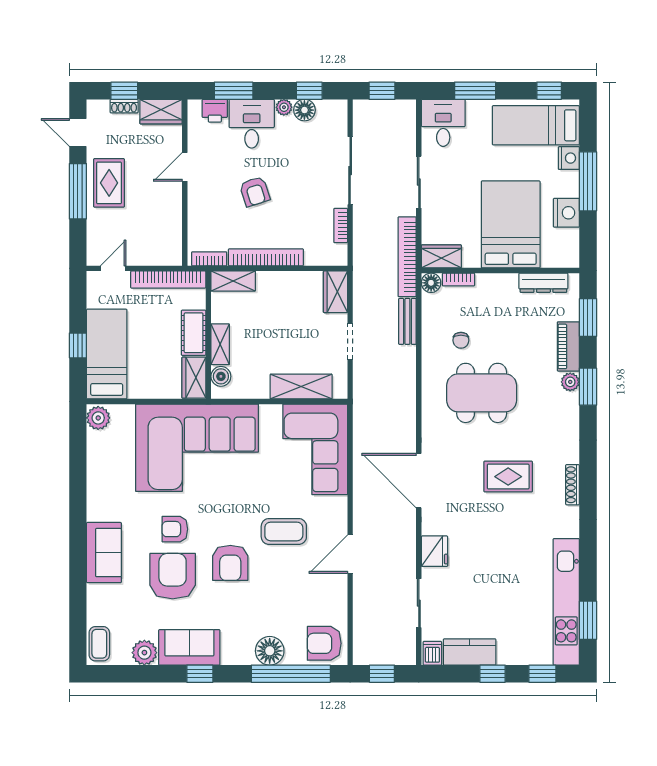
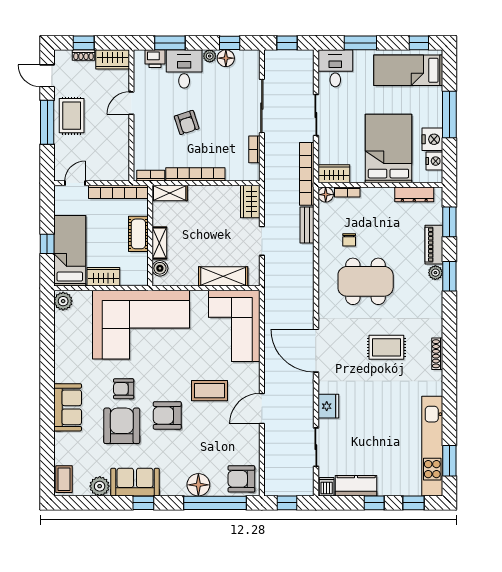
nightstand: (569, 158) -> (434, 161), moved
wardrobe: (194, 378) -> (103, 277), moved, turned 90
armchair: (230, 563) -> (167, 415), turned 90

